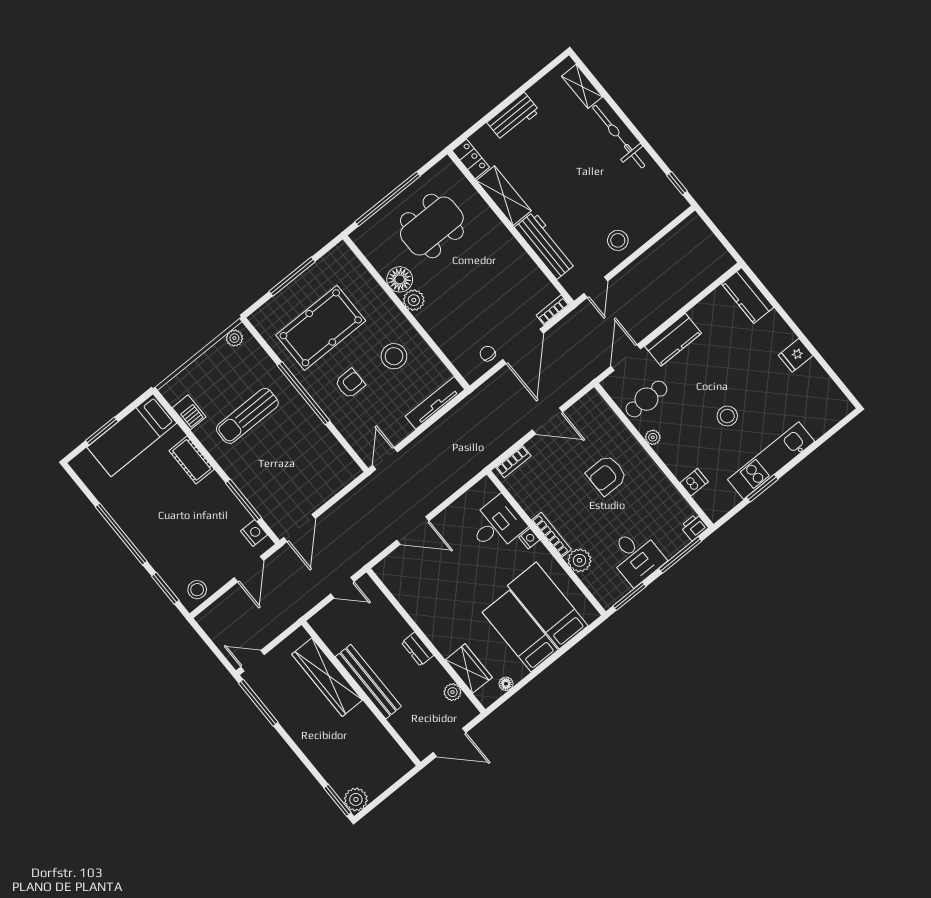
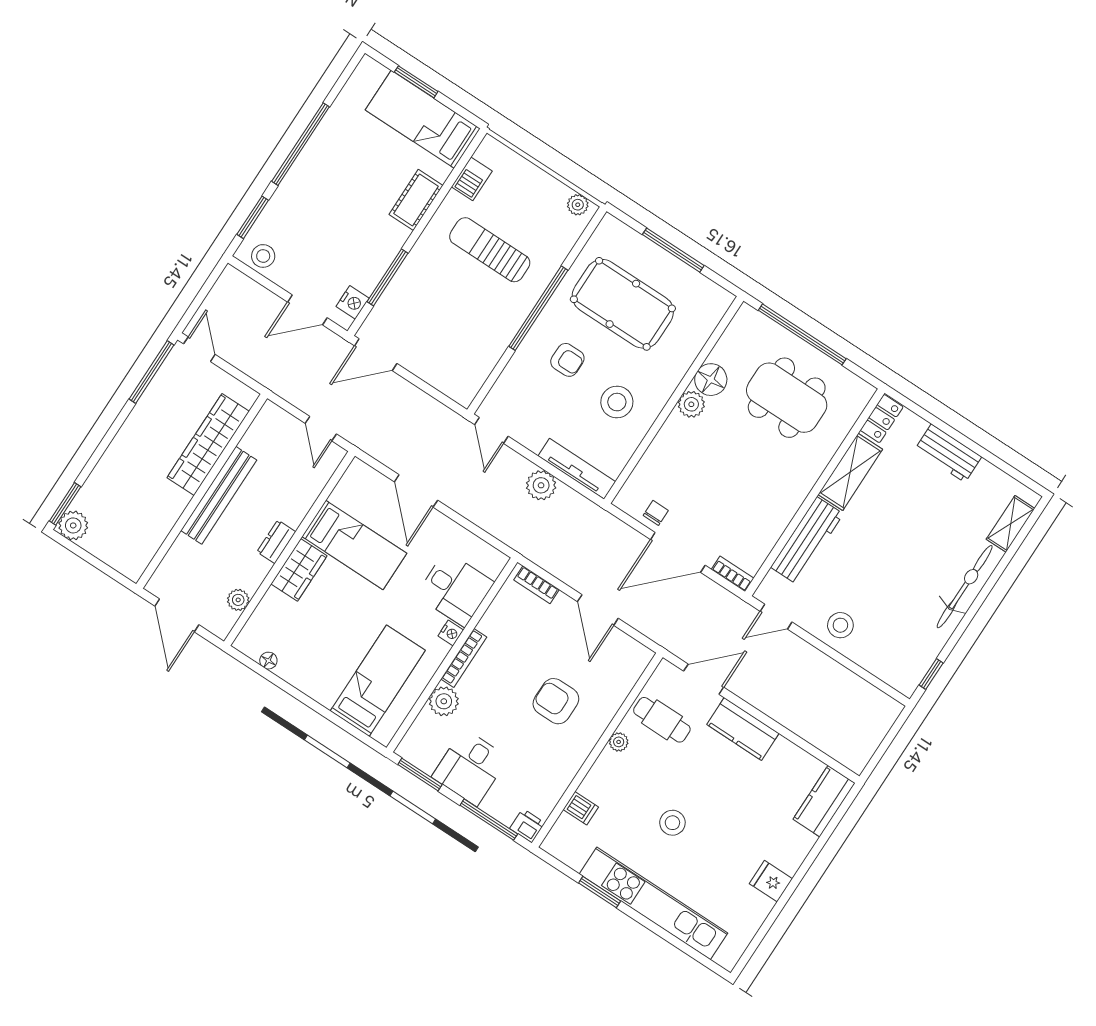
plant: (439, 434) -> (541, 485), added
door: (385, 458) -> (491, 430), swing flipped
kitchen unit: (771, 461) -> (653, 903), width x1.36
bed: (520, 631) -> (354, 545), moved, turned 90
wardrobe: (469, 669) -> (299, 570), moved

